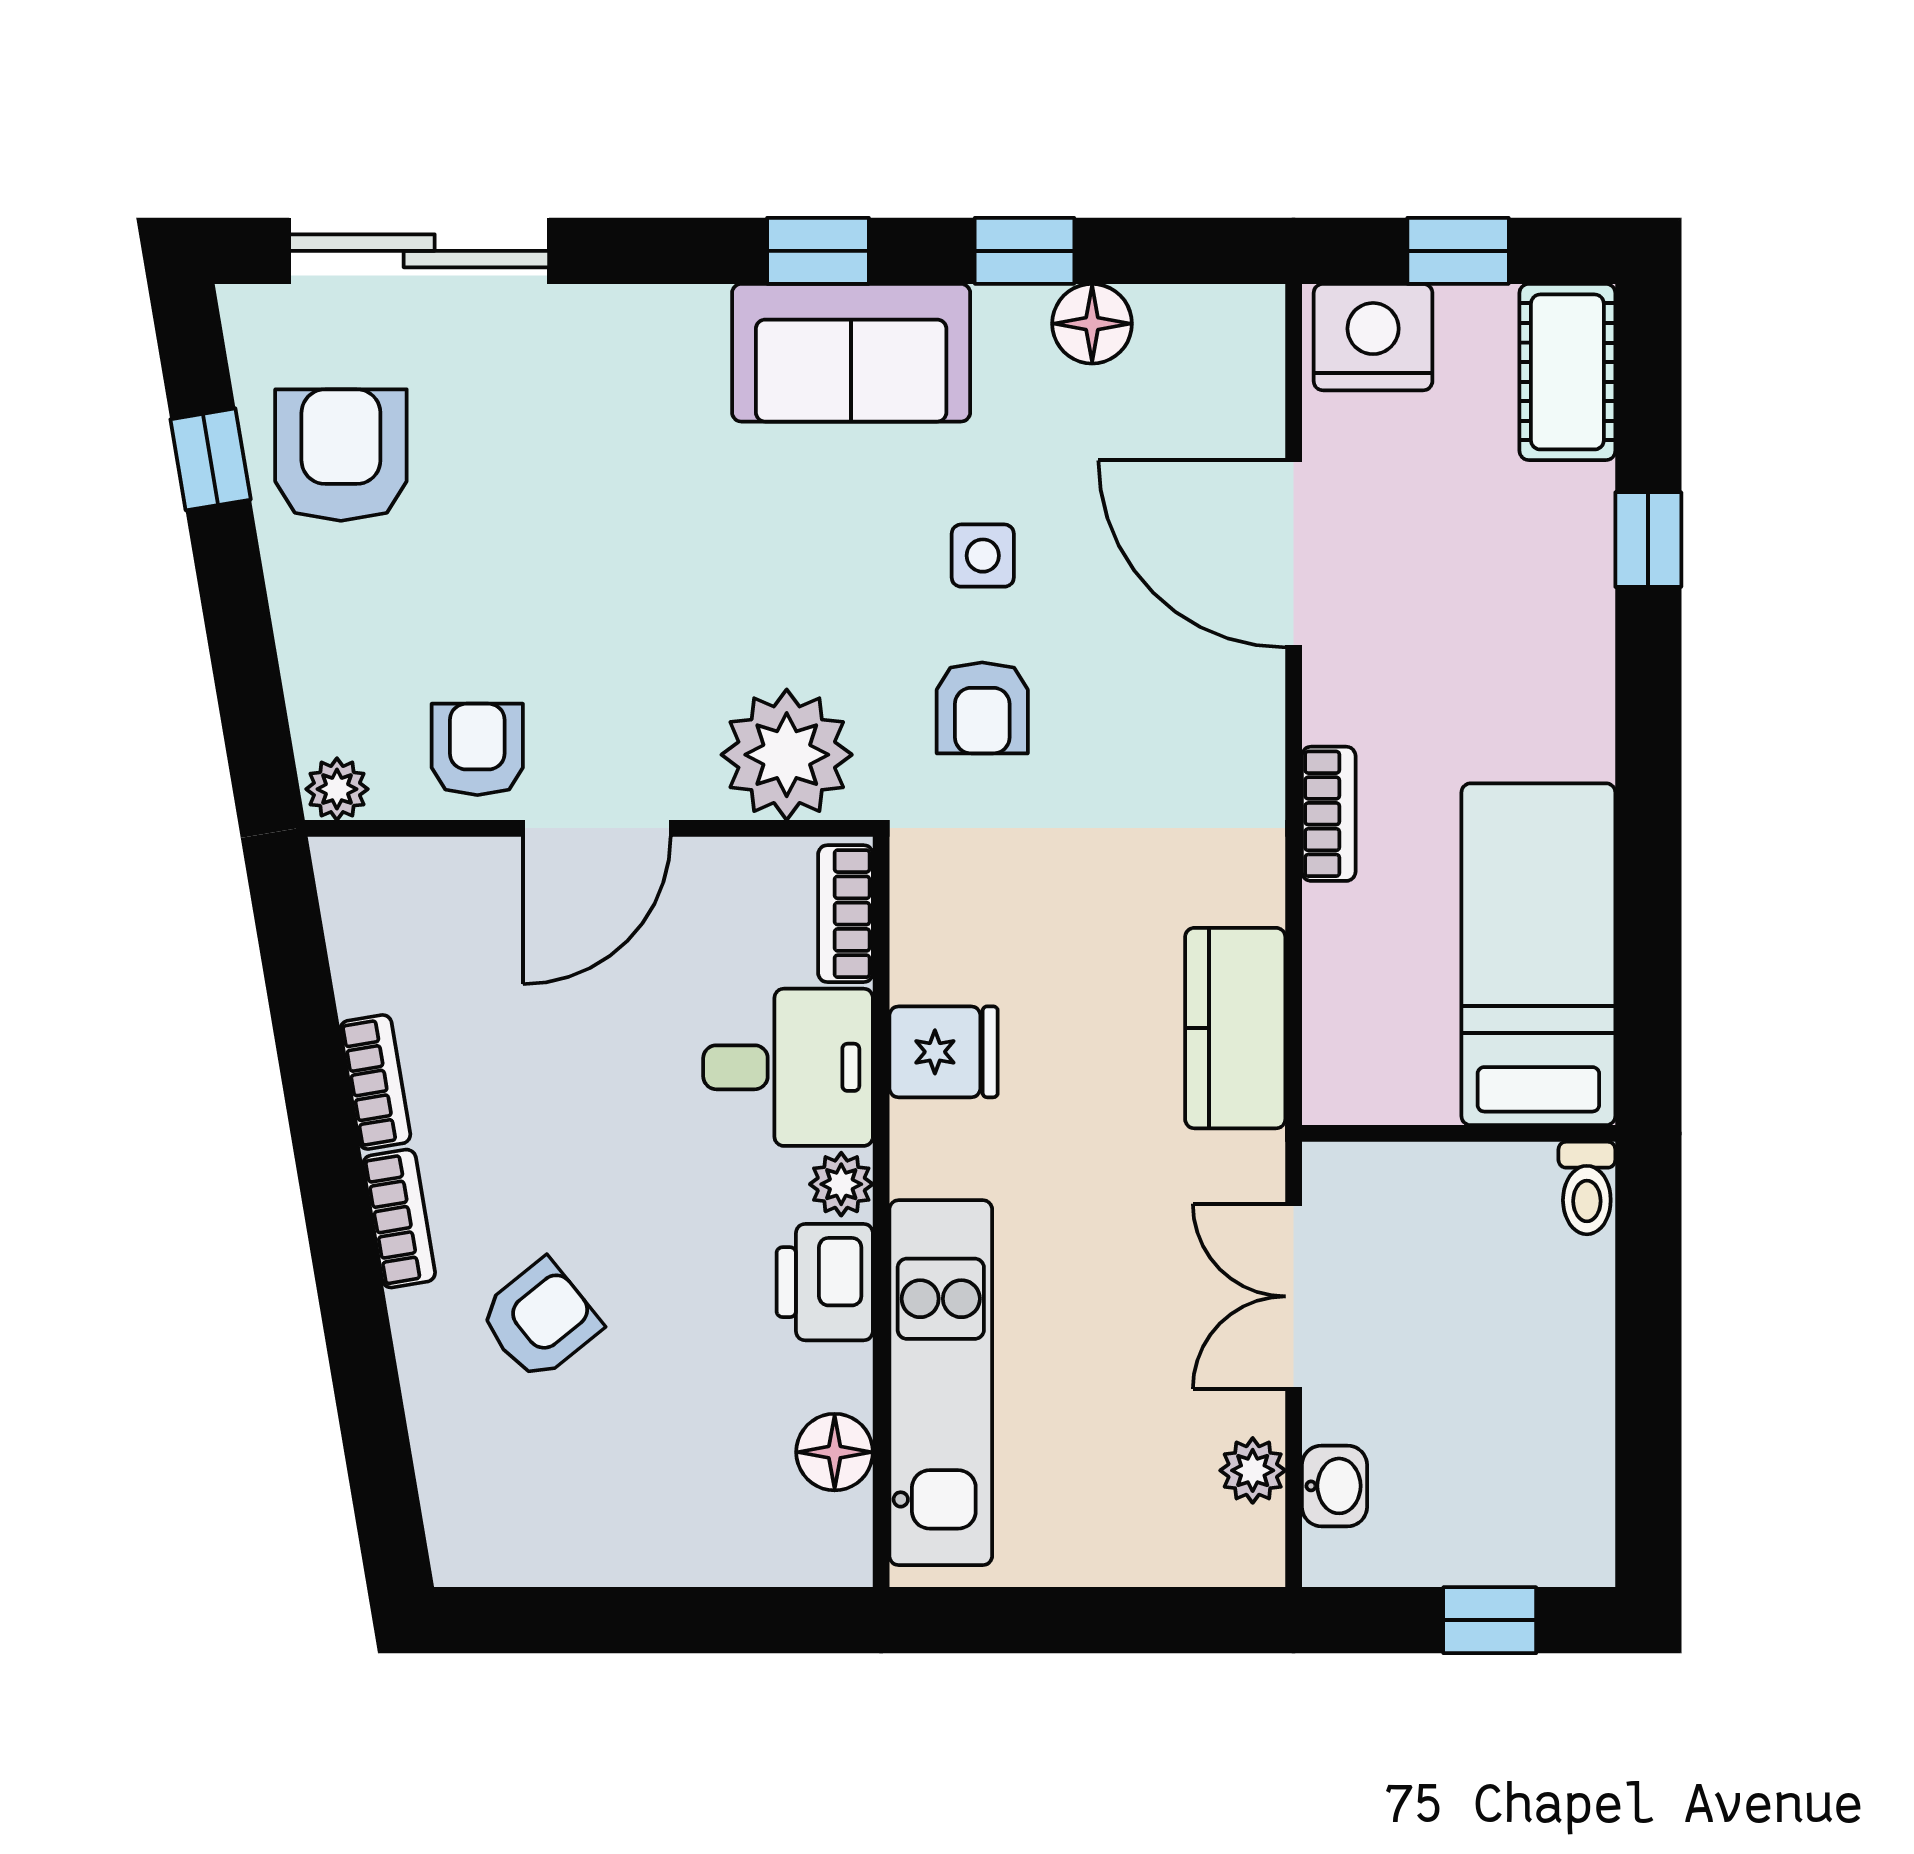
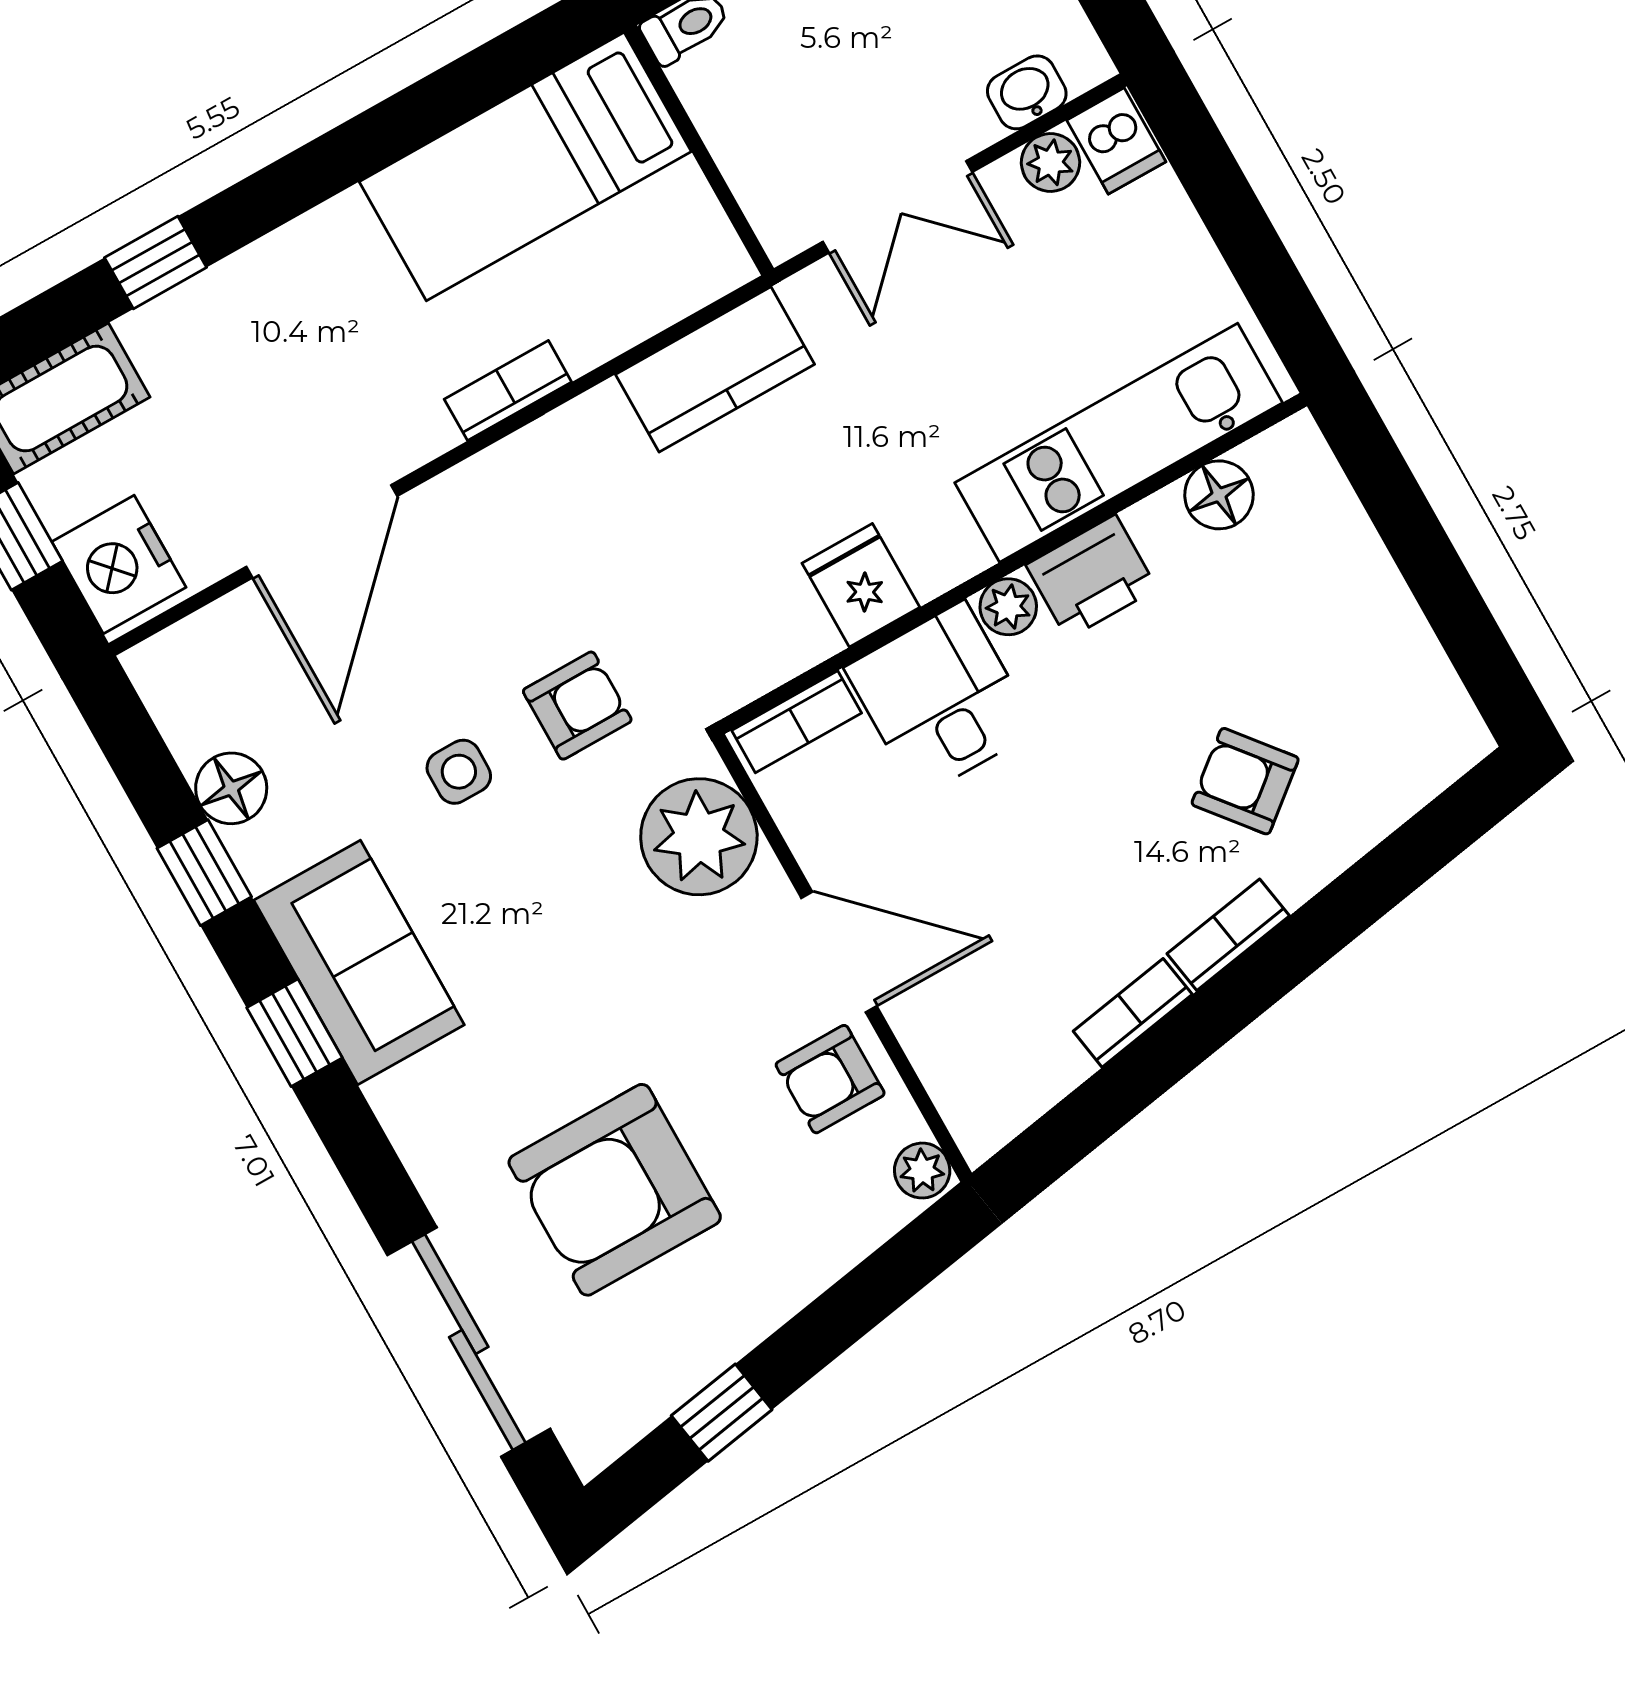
armchair: (341, 455) -> (615, 1190), moved, width x1.36, depth x1.36
dishwasher: (1238, 1547) -> (1116, 141), added

